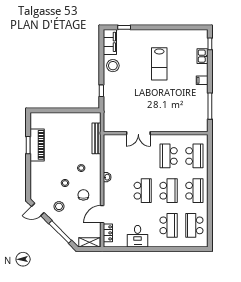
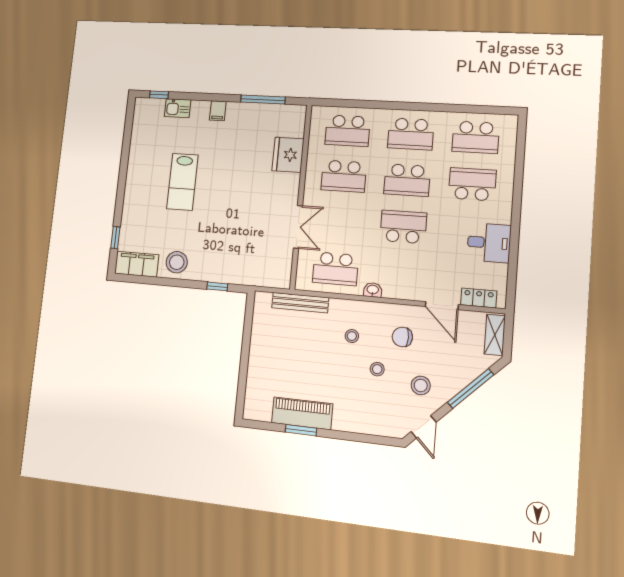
lab bench: (159, 64) -> (182, 182), turned 90
fridge: (179, 124) -> (288, 155), added
school desk: (117, 156) -> (335, 269), added
school desk: (194, 156) -> (348, 131), turned 180
school desk: (169, 191) -> (407, 180), turned 180
school desk: (194, 191) -> (411, 134), turned 180

